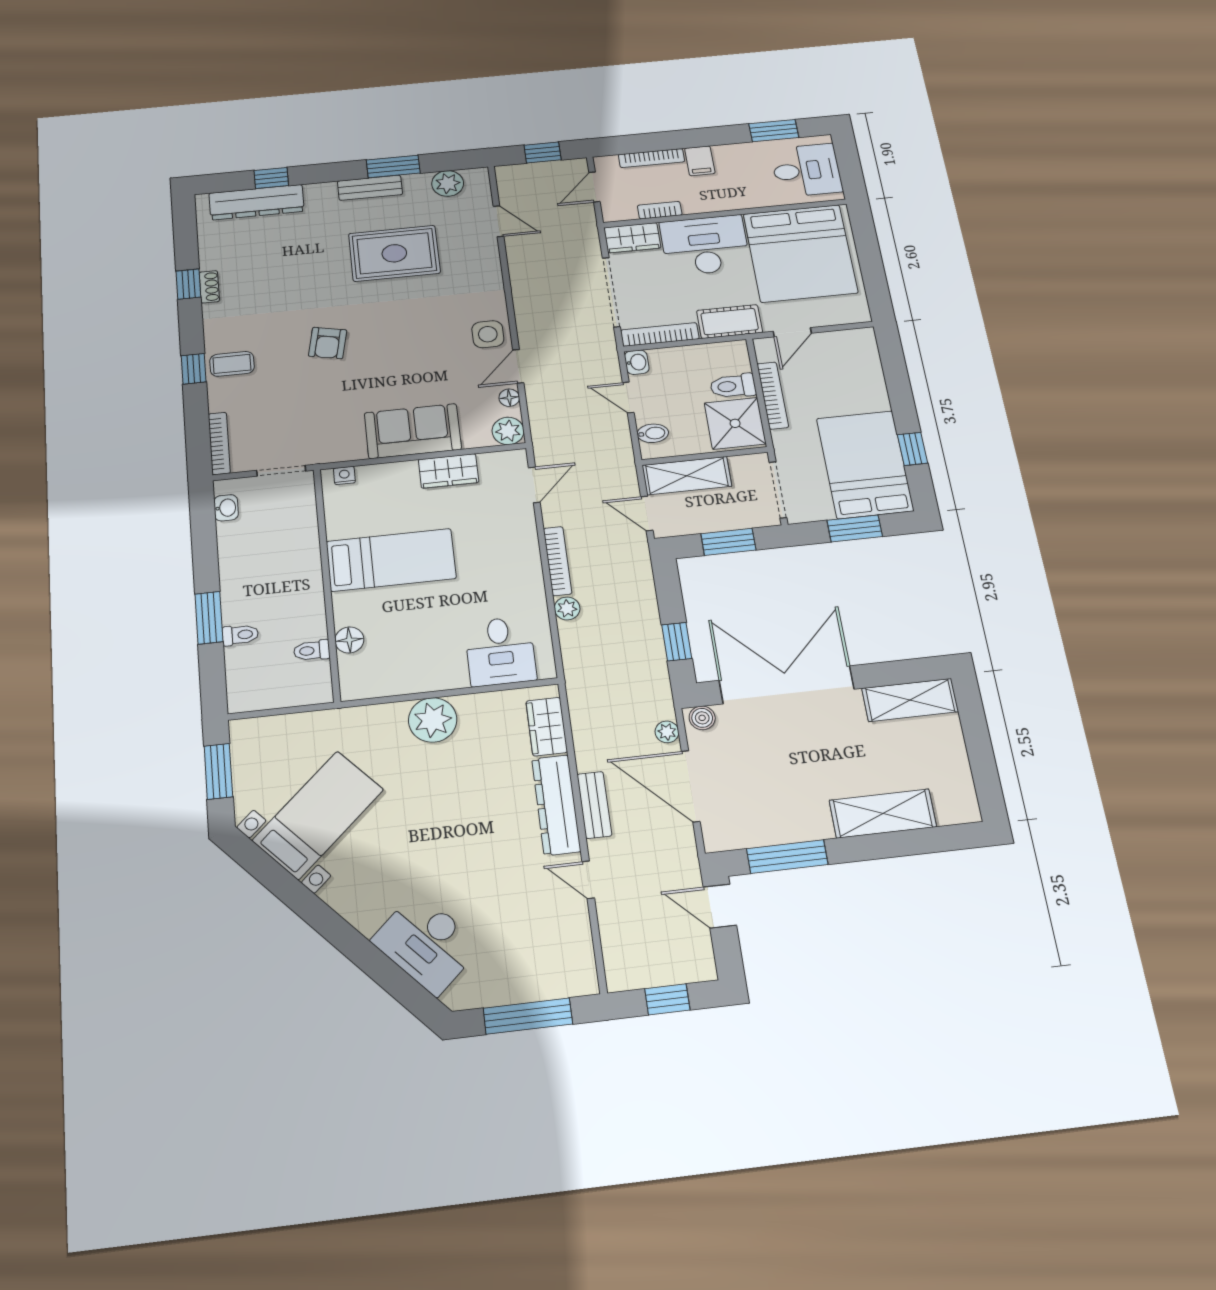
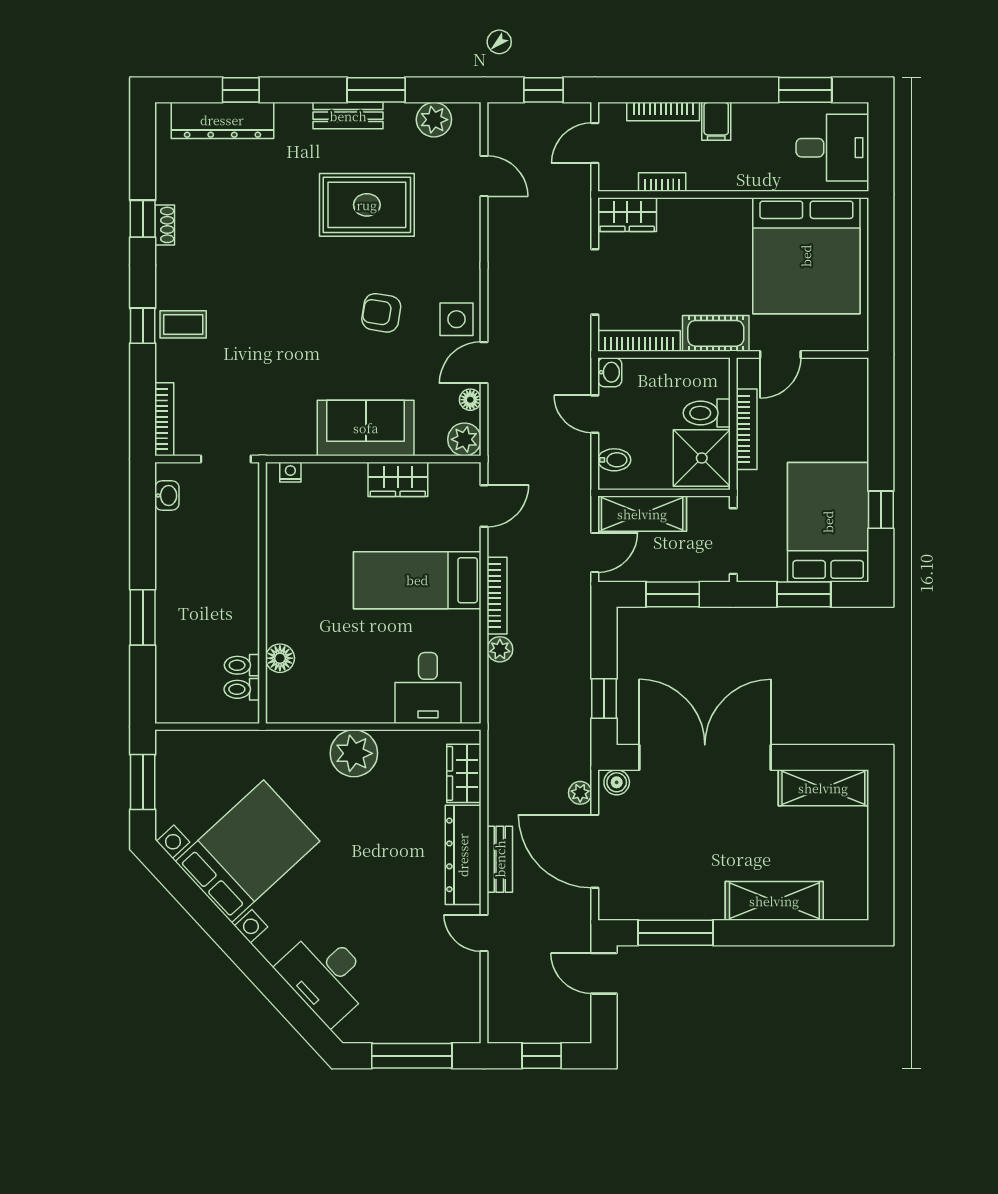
desk: (705, 245) -> (705, 234), removed
doorway: (611, 292) -> (595, 282), width x0.73
armchair: (328, 343) -> (381, 313), moved, turned 87
door: (647, 513) -> (595, 552), swing flipped
bed: (391, 560) -> (417, 580), moved, turned 180
toilet: (240, 635) -> (242, 689), moved, turned 180
bed with nightstands: (318, 815) -> (247, 851), width x1.36

